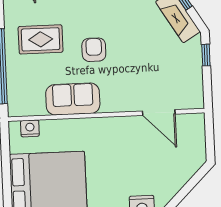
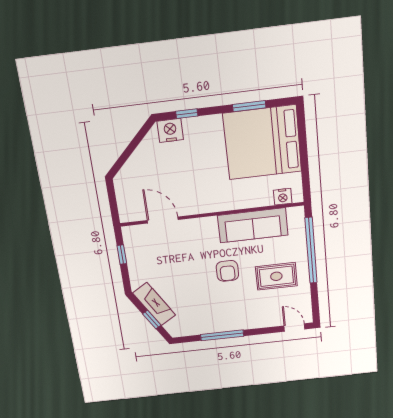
window: (206, 55) -> (122, 254), moved
sofa: (73, 99) -> (253, 225), width x1.36

